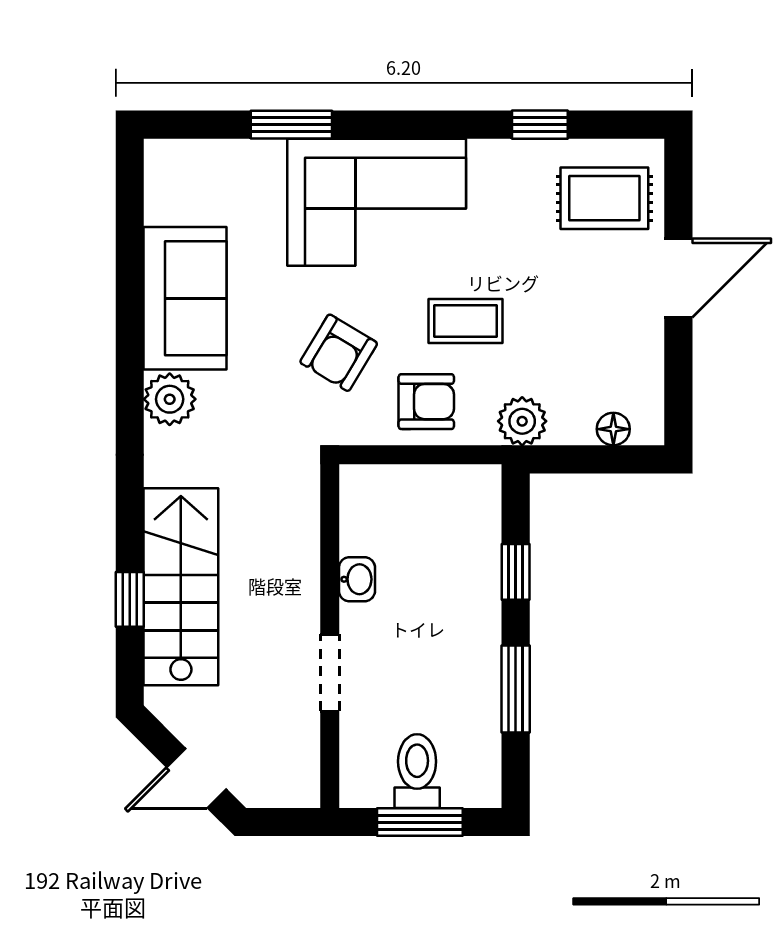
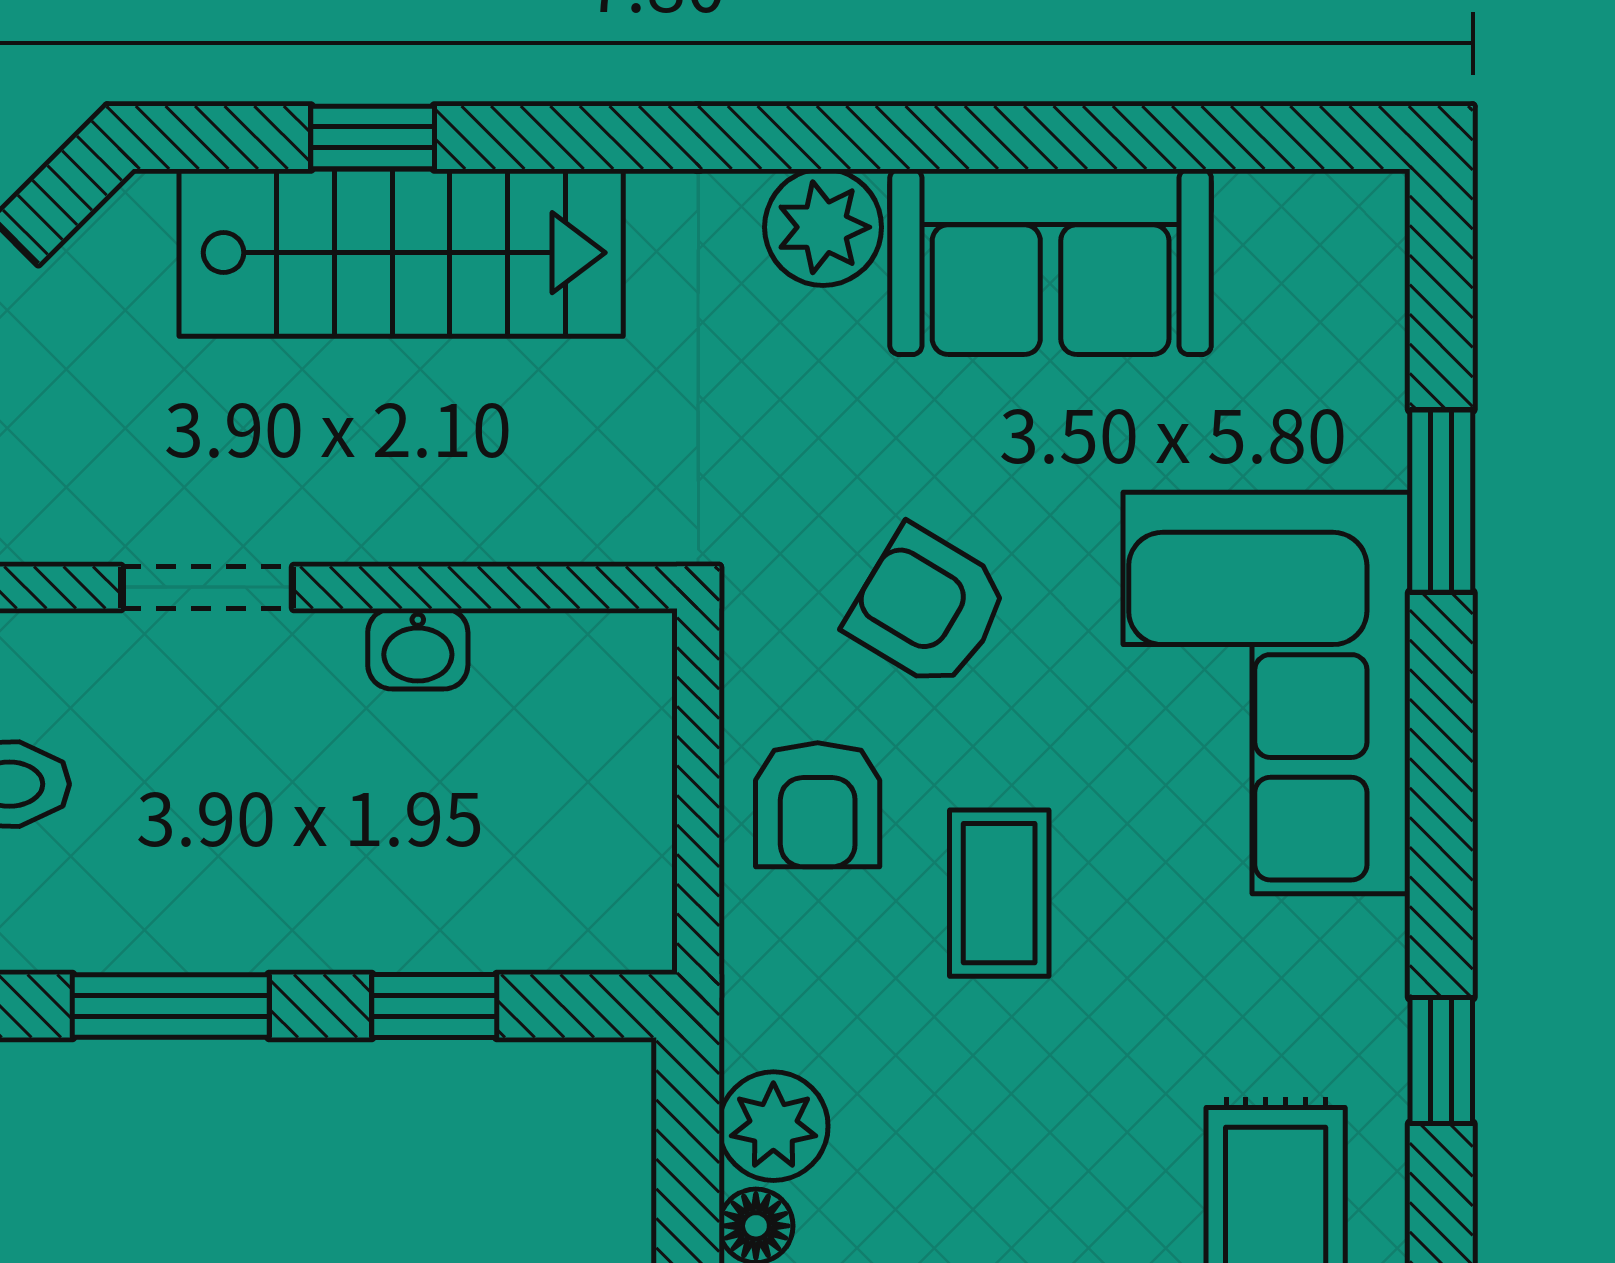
plant: (522, 421) -> (773, 1126), moved

